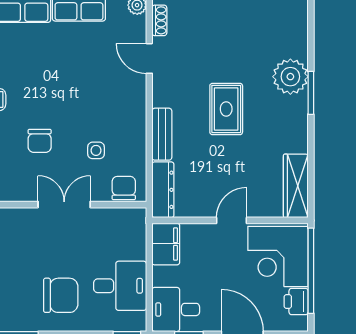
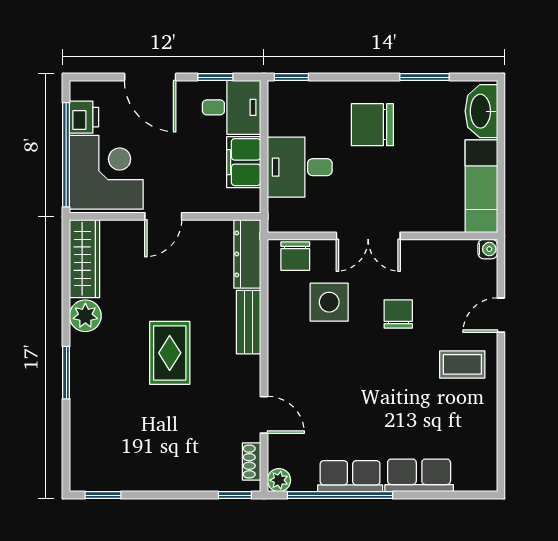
plant: (290, 77) -> (85, 316), moved, width x0.73, depth x0.73
side table: (96, 150) -> (329, 302), width x1.87, depth x1.87
filing cabinet: (166, 244) -> (244, 162), moved
desk: (120, 286) -> (300, 167), moved

